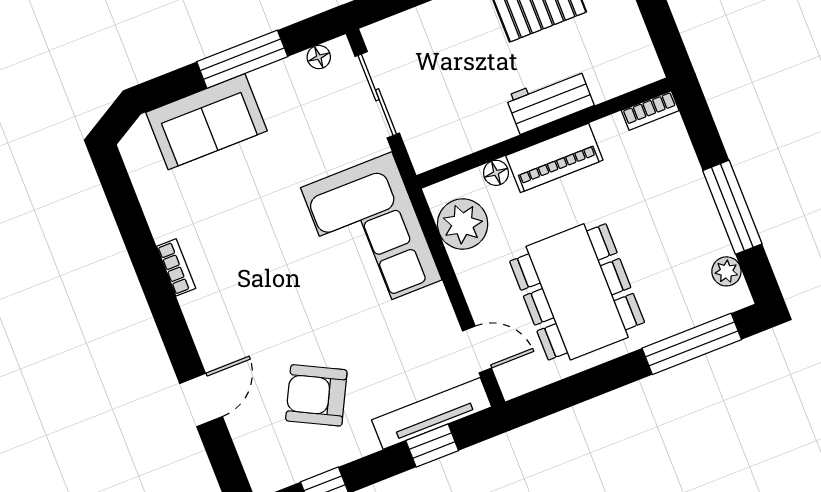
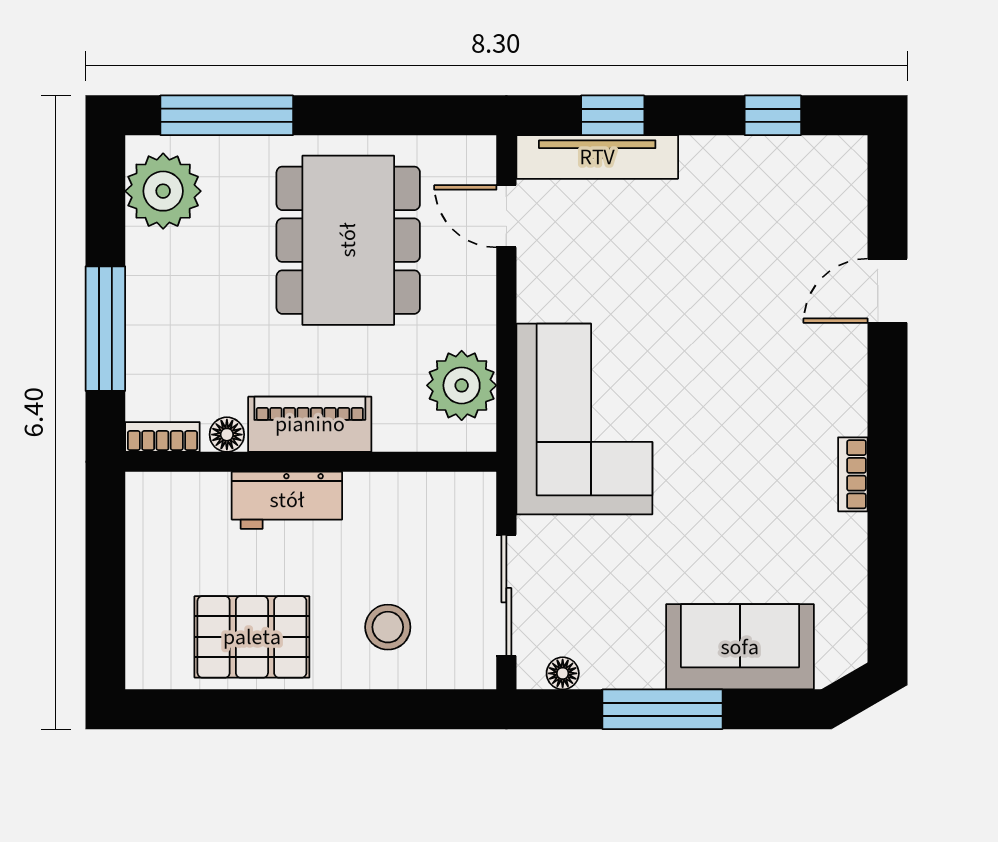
stool: (449, 42) -> (388, 627), added
floor lamp: (496, 173) -> (227, 435), moved
window: (732, 207) -> (105, 329), moved
plant: (726, 271) -> (163, 191), width x1.88, depth x1.88
armchair: (316, 395) -> (737, 238), removed

